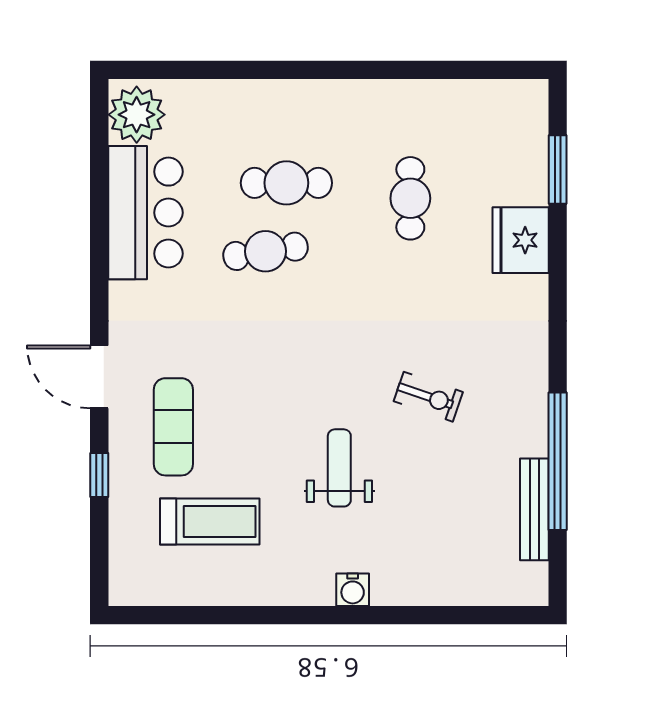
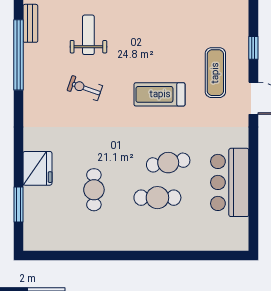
plant: (137, 115) -> (234, 233), removed
weight bench: (339, 468) -> (88, 35), moved, turned 180
bench: (534, 509) -> (30, 23), width x0.73
treadmill: (210, 521) -> (160, 94), moved

